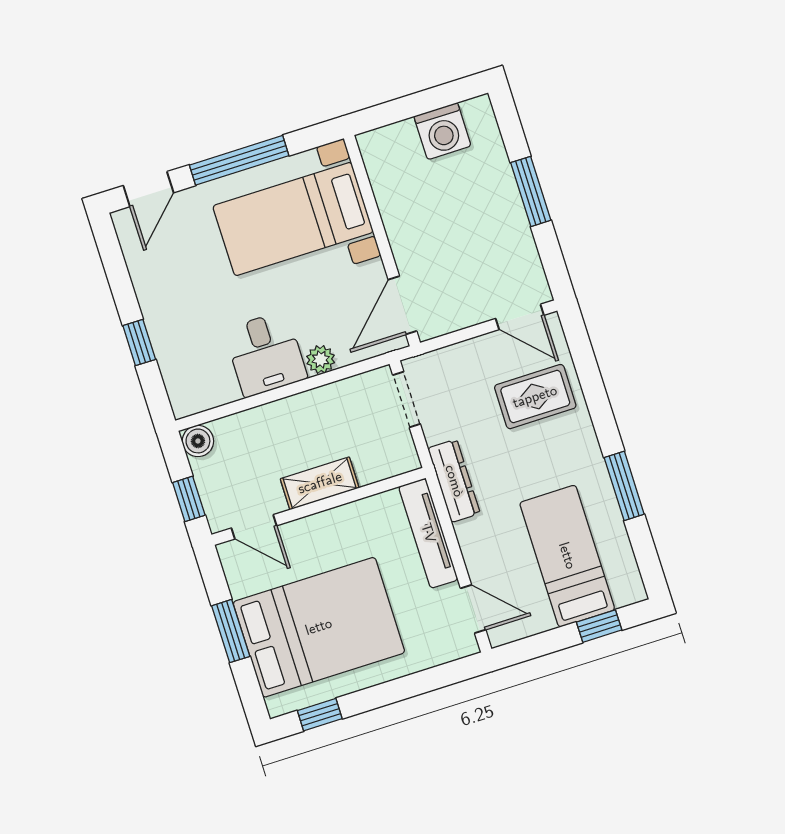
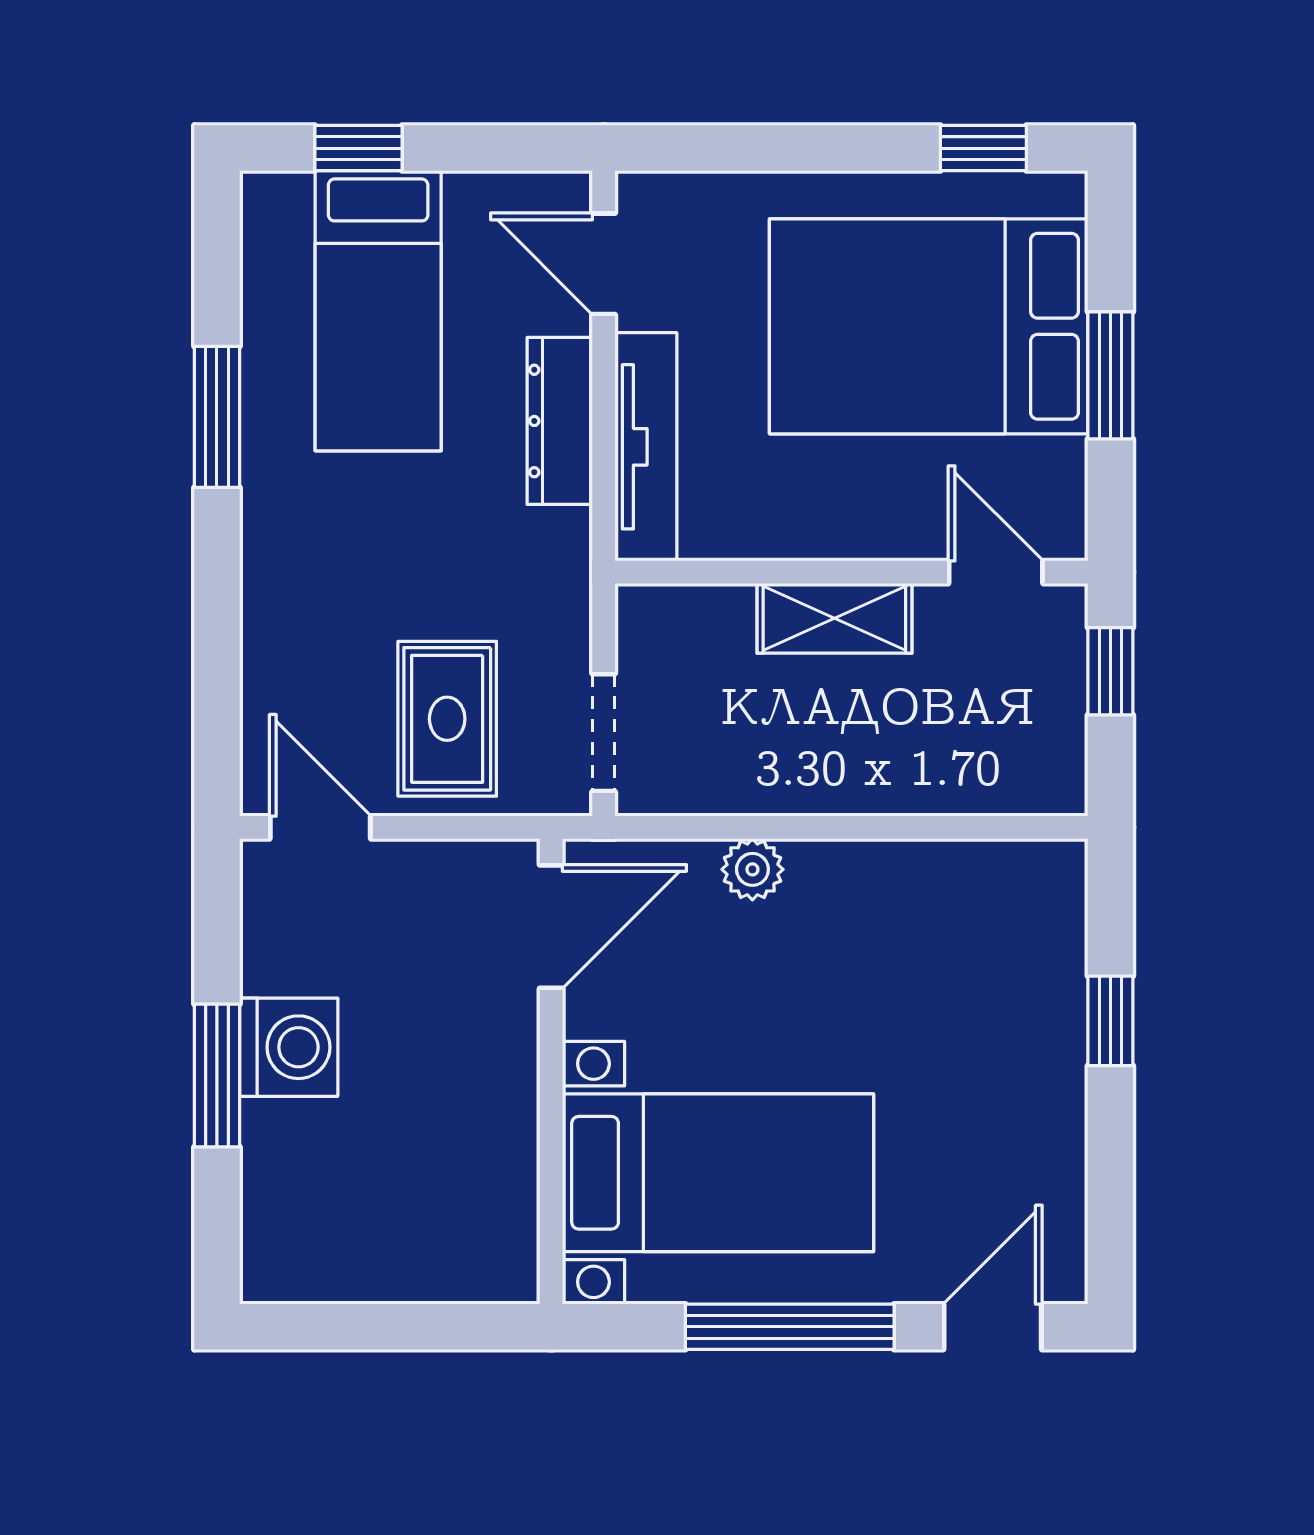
washing machine: (442, 131) -> (289, 1047), moved, turned 90
desk: (266, 354) -> (861, 916), removed
rug: (535, 397) -> (447, 719), moved, turned 90
boiler: (198, 441) -> (1055, 783), removed
dresser: (454, 481) -> (560, 421), moved

